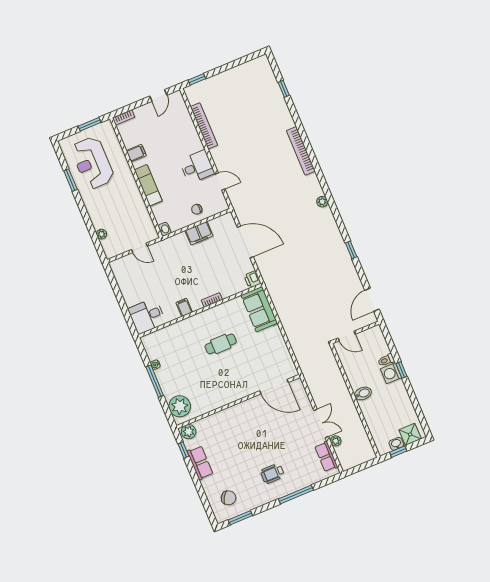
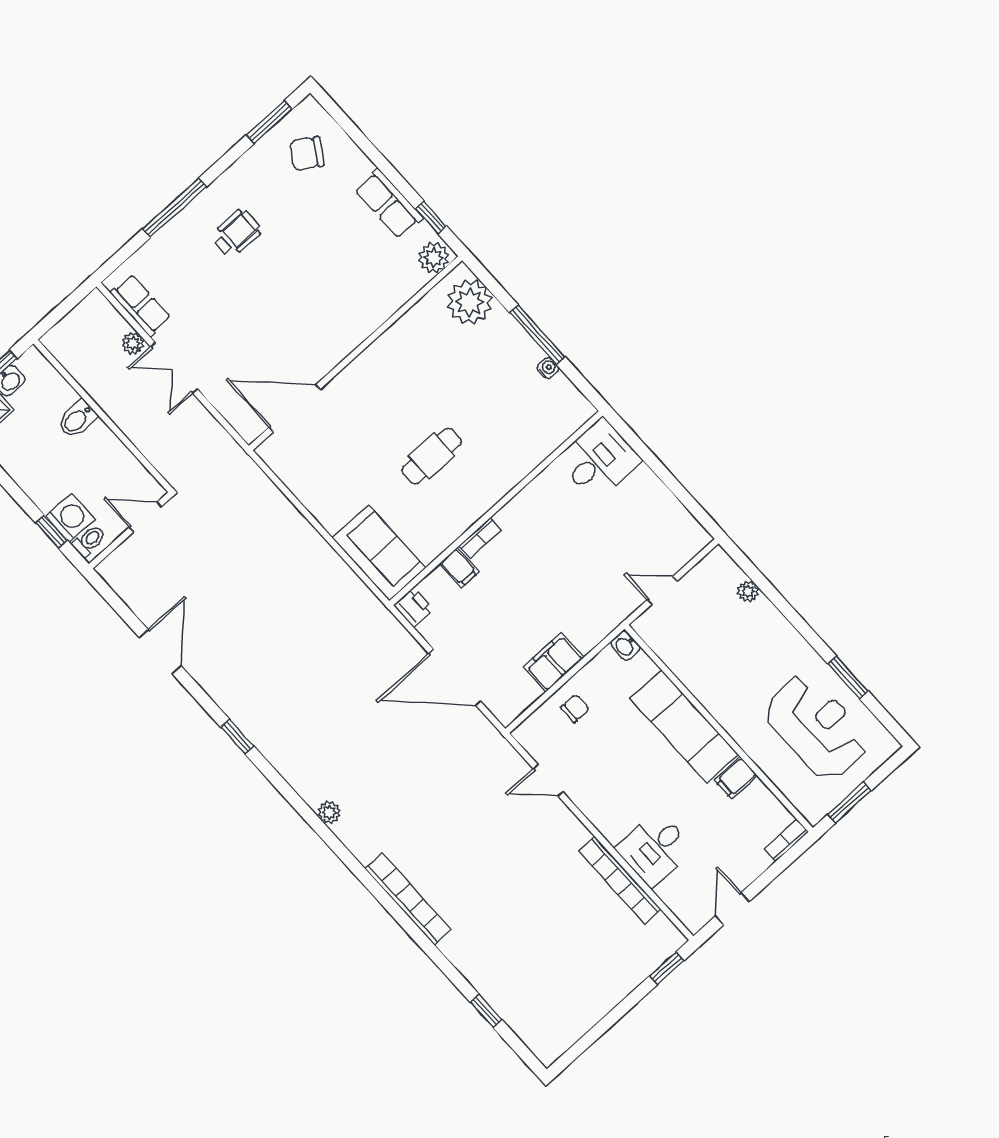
desk: (197, 167) -> (655, 849), moved
exam couch: (148, 185) -> (684, 726), width x1.36, depth x1.45
filing cabinet: (184, 307) -> (459, 568), moved
wall: (355, 332) -> (130, 530), moved
door: (347, 336) -> (145, 517), moved
bidet: (363, 394) -> (77, 419), moved

